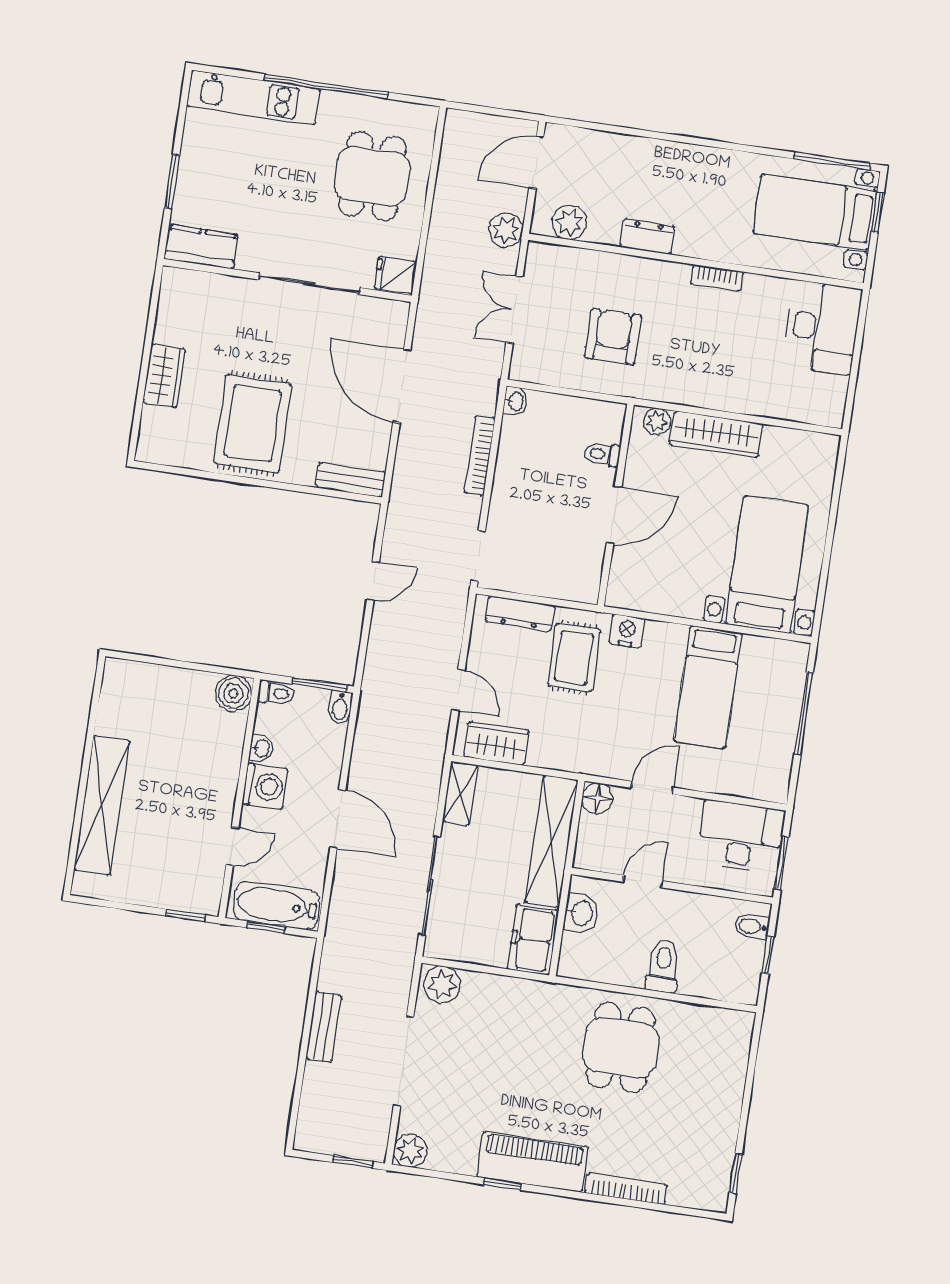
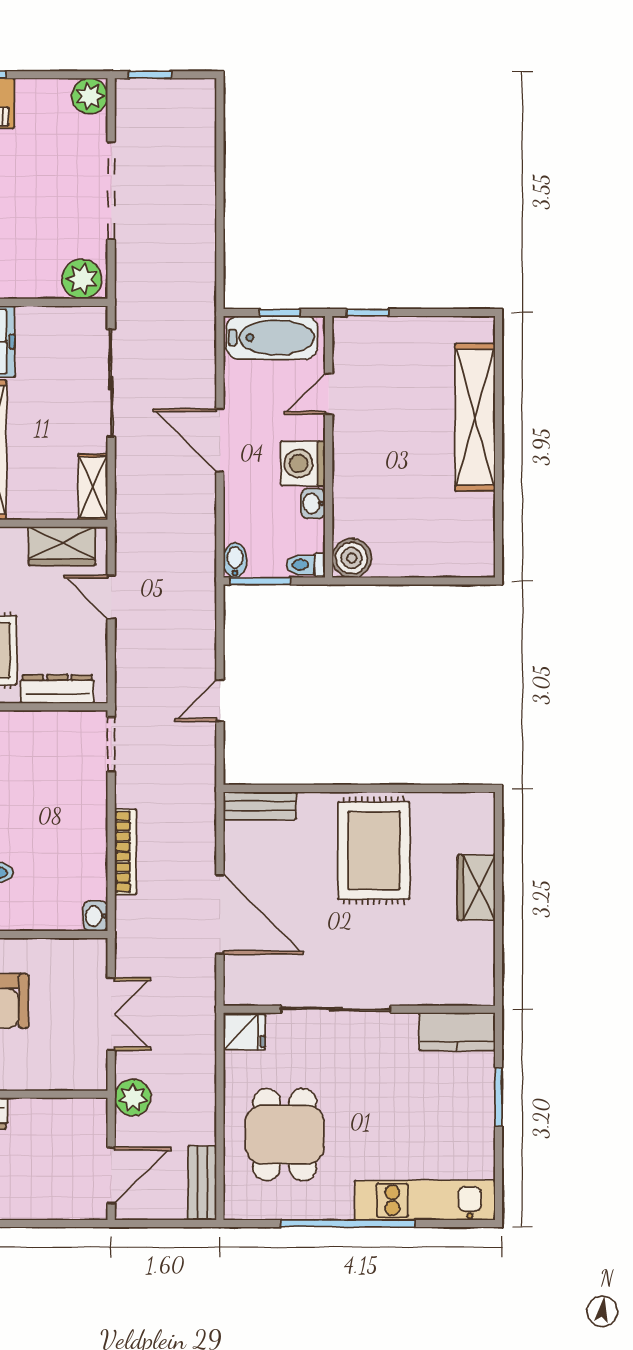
plant: (569, 222) -> (66, 1116), removed
bench: (323, 1027) -> (202, 1183), moved

